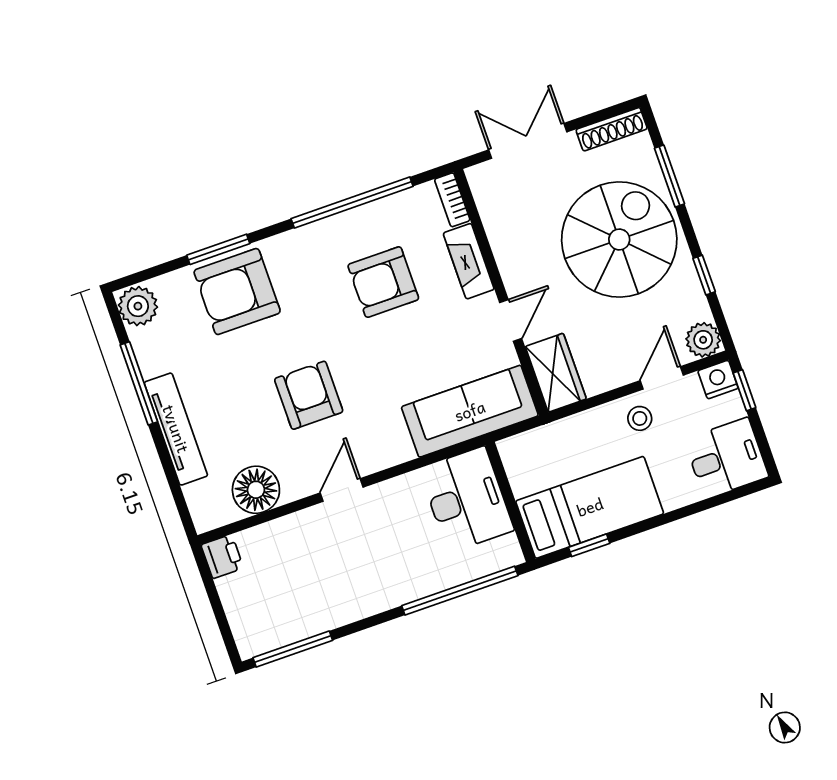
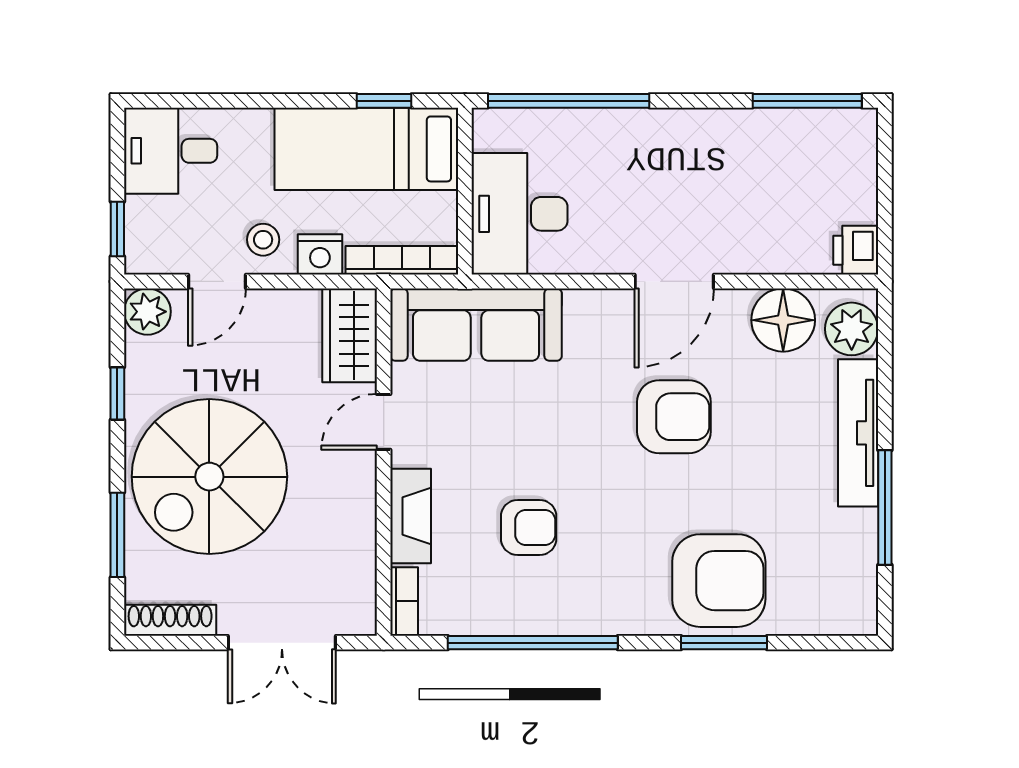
armchair: (383, 282) -> (529, 527), width x0.72, depth x0.72
plant: (138, 306) -> (852, 329), moved
nightstand: (718, 380) -> (320, 254), moved
armchair: (309, 395) -> (674, 417), turned -90
bookcase: (538, 438) -> (402, 260), added
door: (342, 490) -> (674, 281), width x1.38

